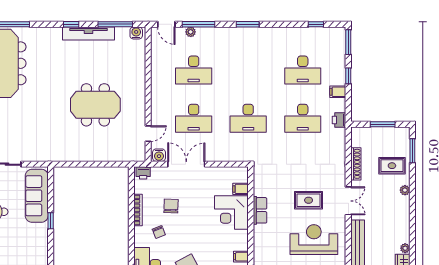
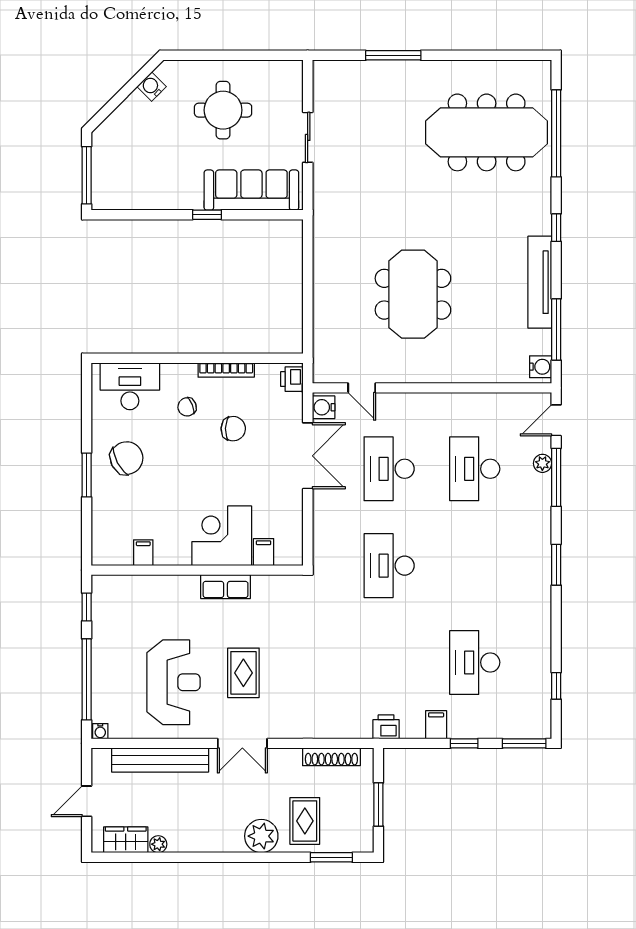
window: (71, 24) -> (556, 228), moved
desk: (303, 118) -> (389, 662), removed
shoe rack: (356, 164) -> (331, 757), moved
plant: (405, 190) -> (261, 836), width x1.87, depth x1.87

